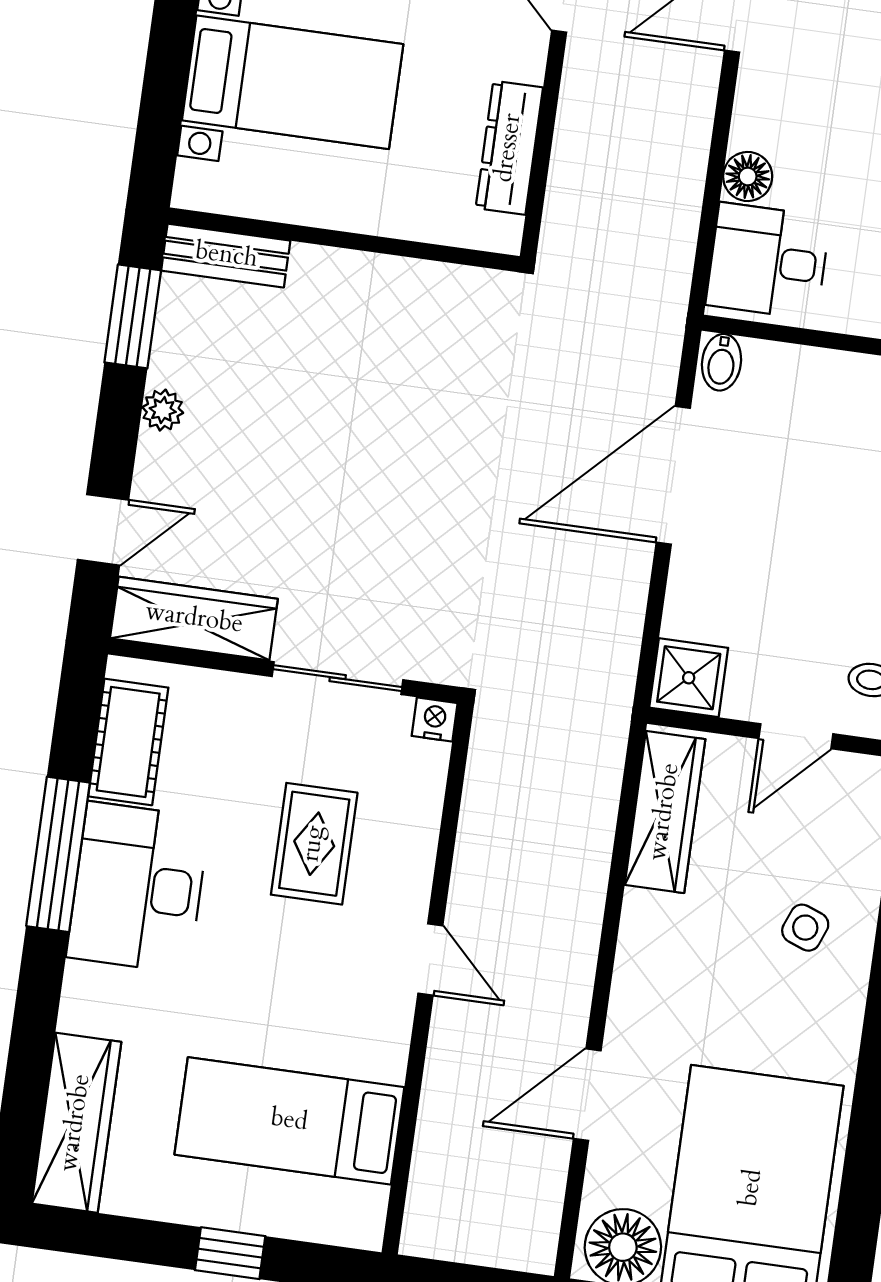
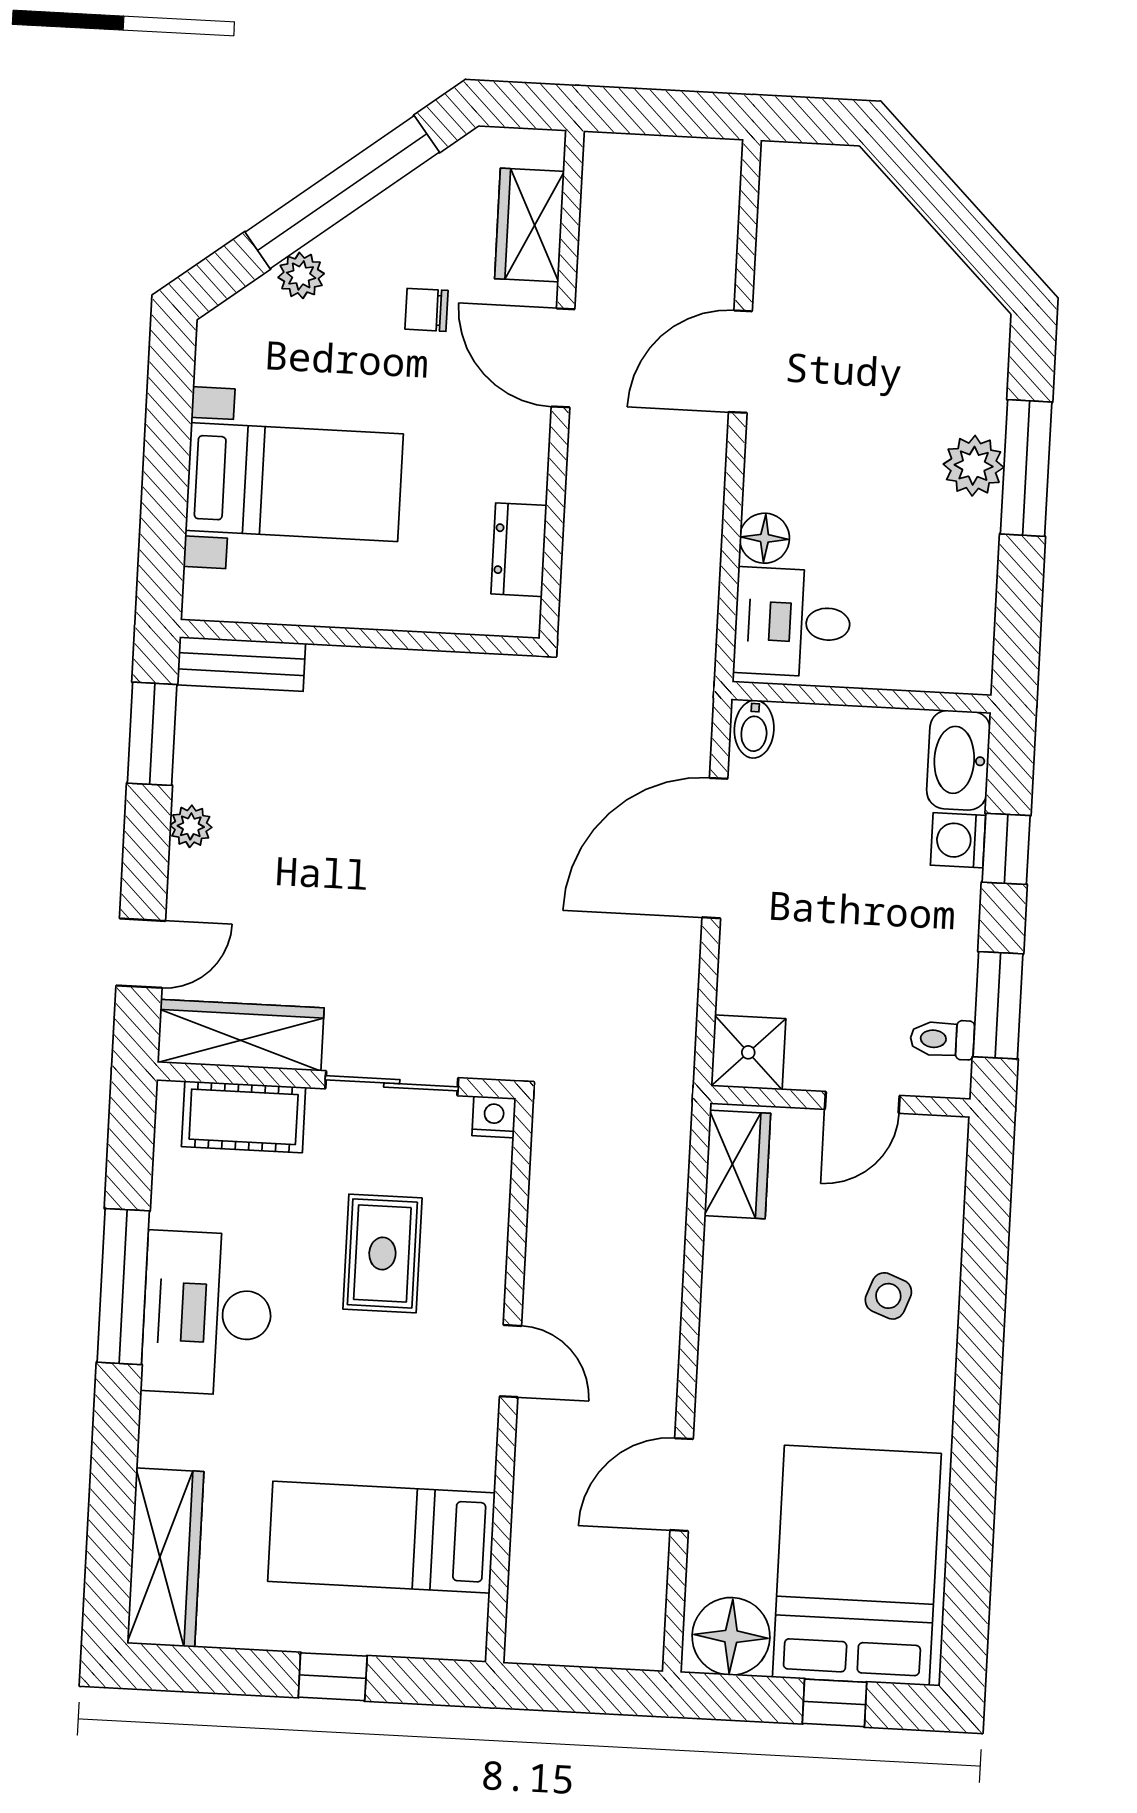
dresser: (509, 148) -> (519, 550), width x0.70
cot: (128, 742) -> (244, 1117), moved, turned 90
wardrobe: (665, 812) -> (737, 1164), width x0.67

